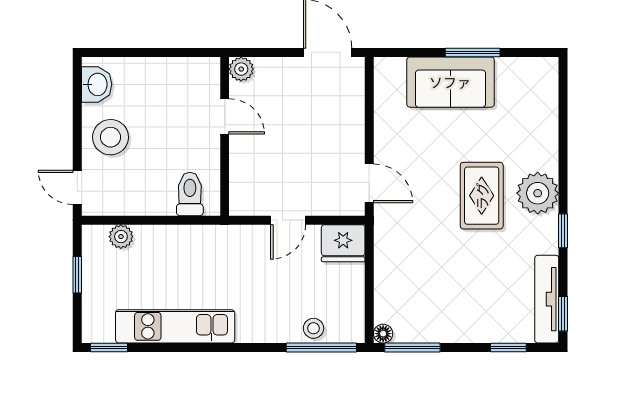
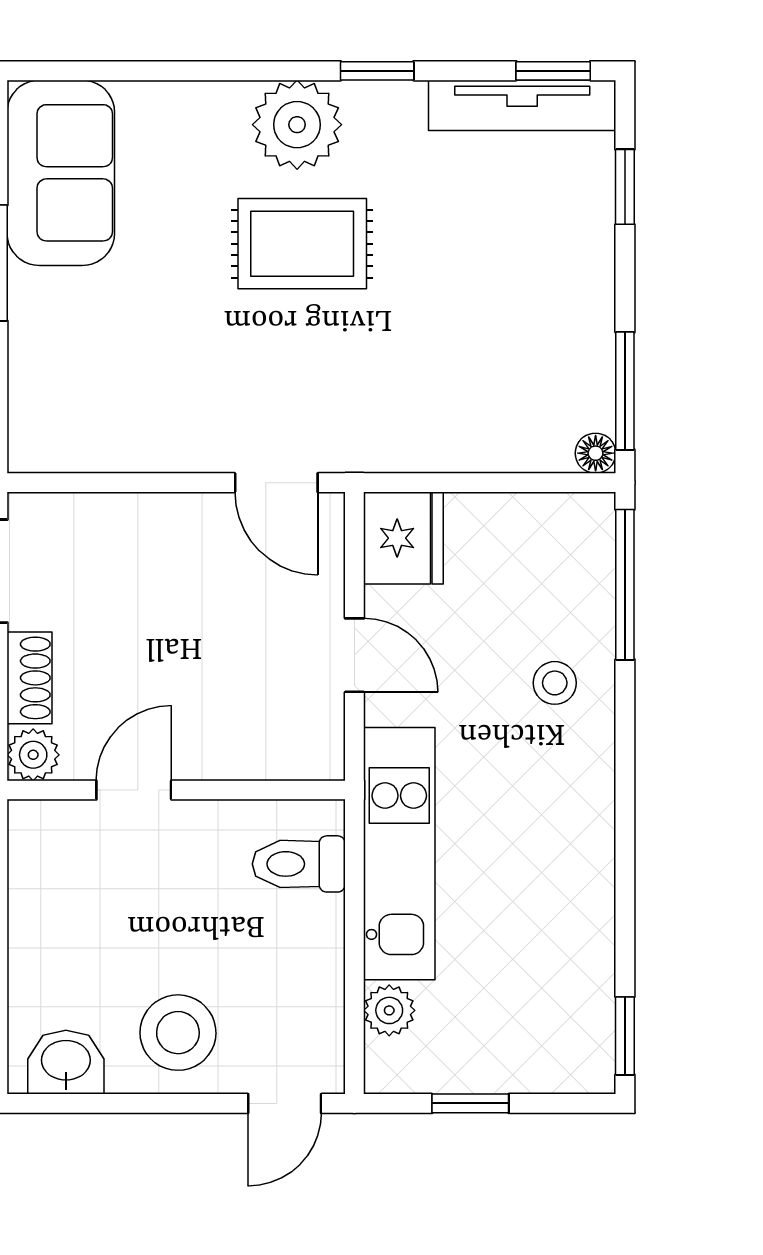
shoe rack: (277, 67) -> (29, 678), added
sofa: (450, 82) -> (61, 173), moved
door: (369, 183) -> (276, 483), swing flipped
kitchen unit: (175, 326) -> (399, 854), moved, turned 180
stool: (313, 328) -> (555, 683), moved

